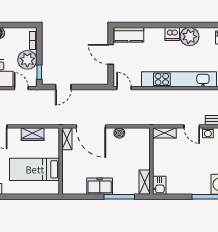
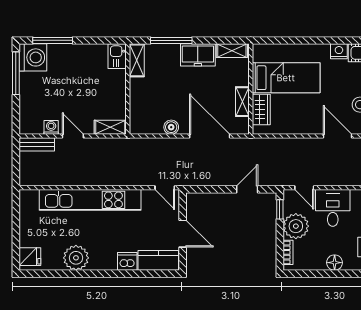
dishwasher: (172, 34) -> (127, 261), moved
wardrobe: (33, 134) -> (261, 110), moved, turned 90
shelving: (67, 139) -> (242, 102), moved
shelving: (75, 189) -> (232, 51), added

